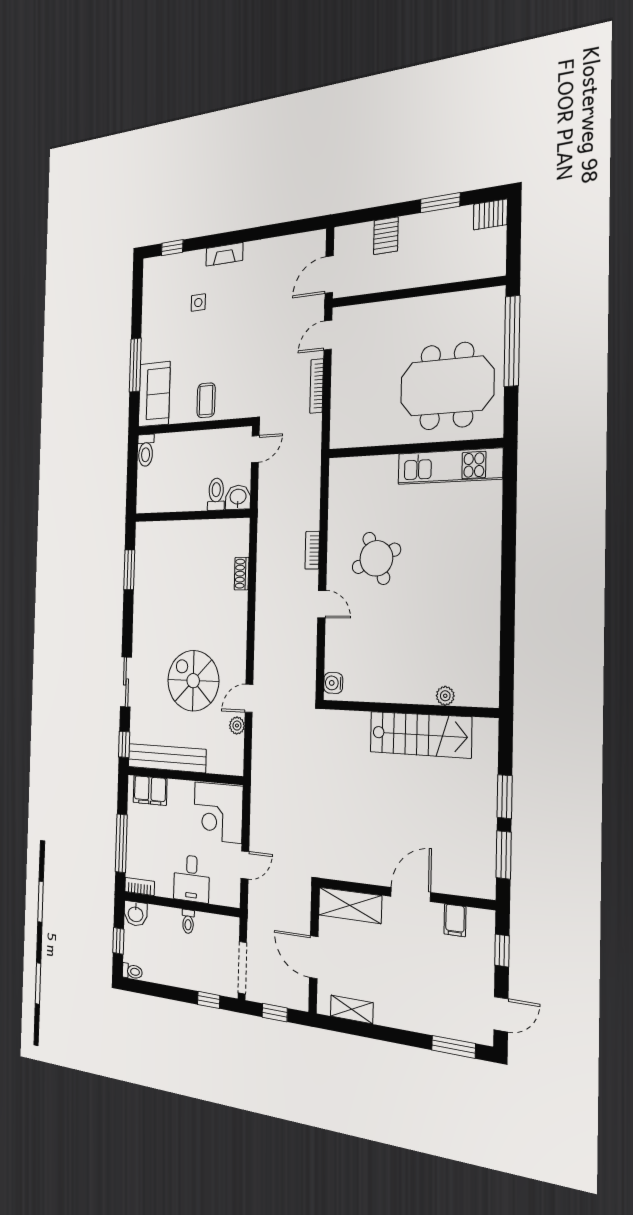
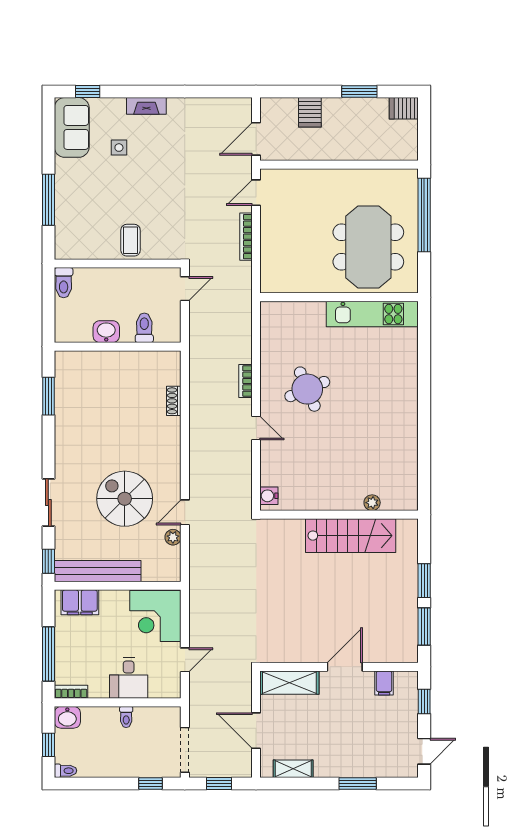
meeting table: (447, 386) -> (368, 247), turned 90
sofa: (154, 394) -> (72, 127), moved
washbasin: (238, 497) -> (106, 332), moved
window: (454, 1047) -> (358, 783), moved

